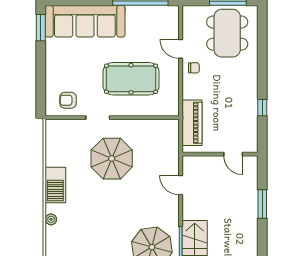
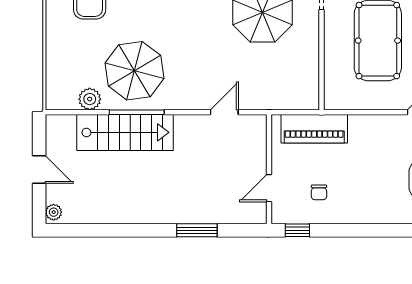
chair: (194, 68) -> (319, 192), moved
window: (262, 108) -> (297, 230), moved

